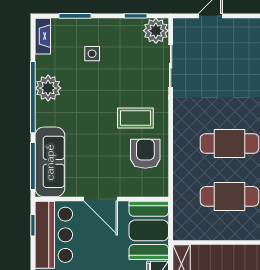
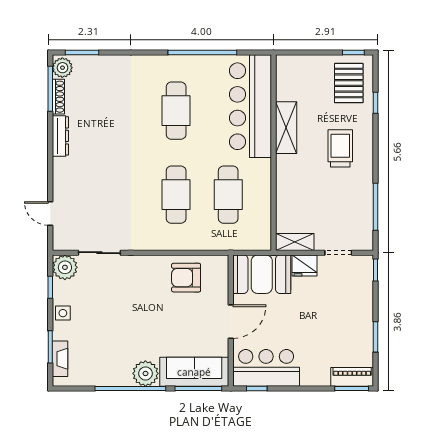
fireplace: (43, 36) -> (60, 359), moved, turned 90
side table: (92, 54) -> (63, 313), moved
plant: (48, 88) -> (145, 373), moved
coffee table: (135, 118) -> (151, 287), removed

